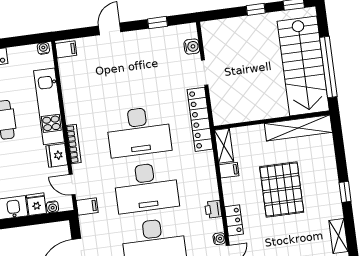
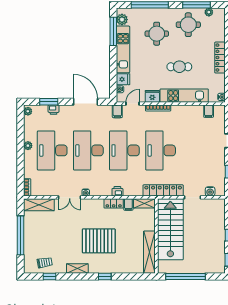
filing cabinet: (66, 49) -> (209, 111), moved
stairs: (303, 66) -> (170, 229), moved, turned 90
pallet: (282, 189) -> (99, 241), moved
printer: (213, 209) -> (117, 191), moved
locker: (234, 220) -> (114, 203), moved

